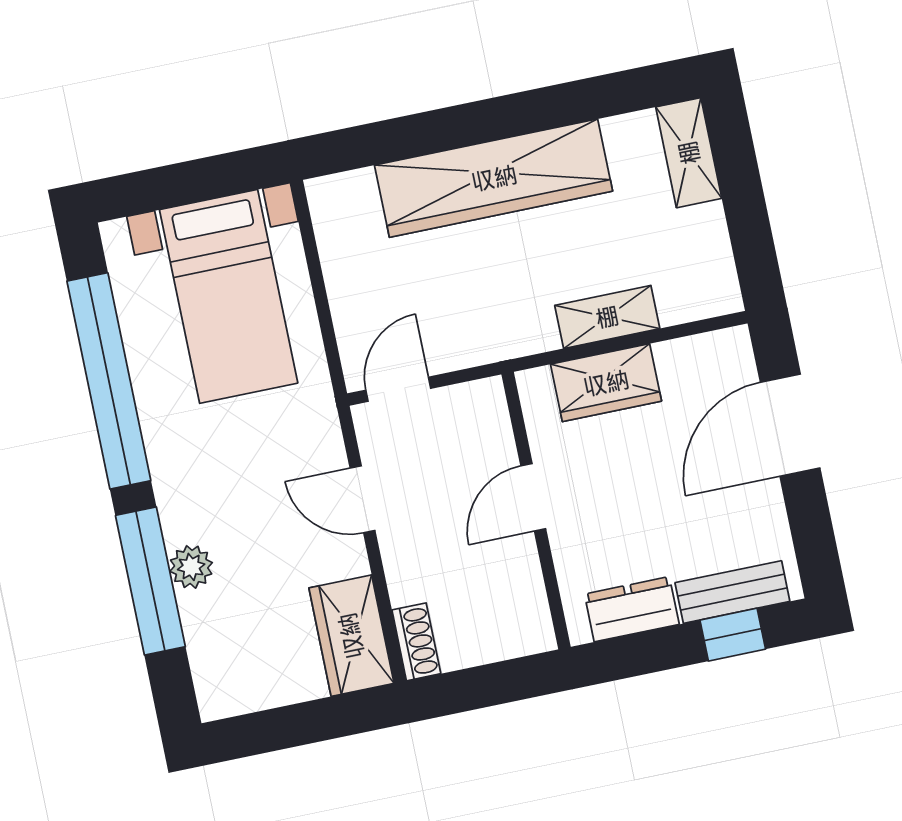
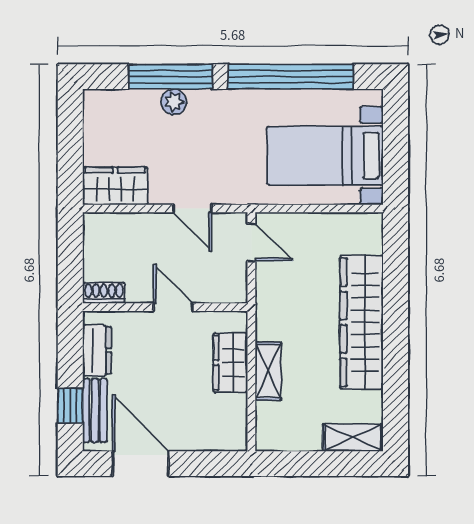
door: (790, 425) -> (140, 464), moved
door: (362, 499) -> (192, 209), swing flipped
shoe rack: (416, 642) -> (104, 293), moved, turned 180

